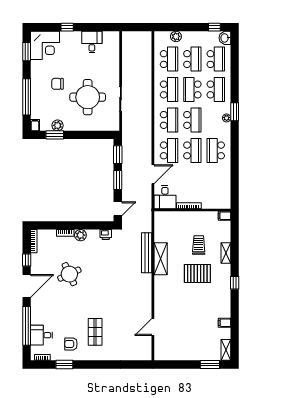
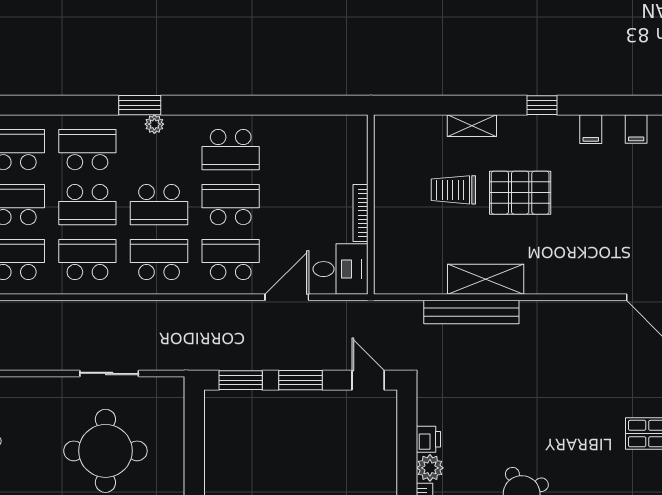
school desk: (192, 120) -> (159, 205), turned 180
door: (153, 174) -> (287, 297), hinge flipped
filing cabinet: (224, 216) -> (591, 129), moved
printer: (106, 234) -> (428, 439), moved
pallet: (197, 273) -> (520, 193), turned 90

